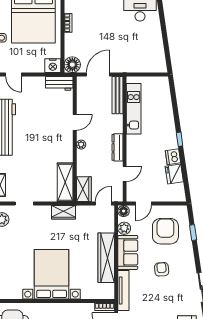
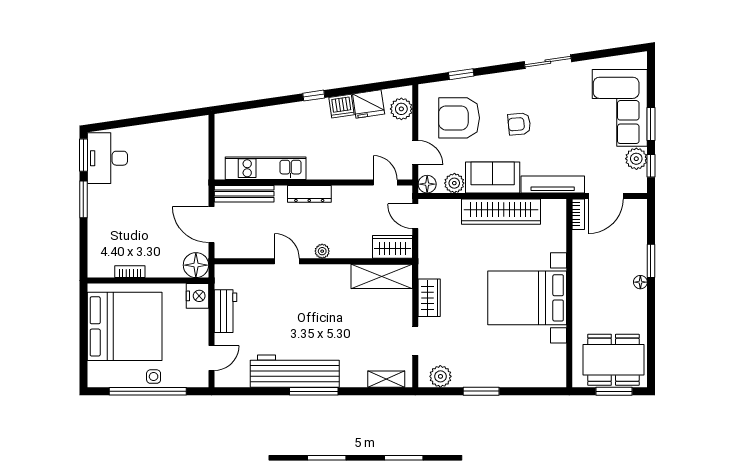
workbench: (59, 83) -> (225, 311), moved
dresser: (117, 147) -> (309, 194), moved
door: (125, 174) -> (385, 182), moved
plant: (171, 195) -> (401, 109), added
wardrobe: (64, 212) -> (429, 298), moved

